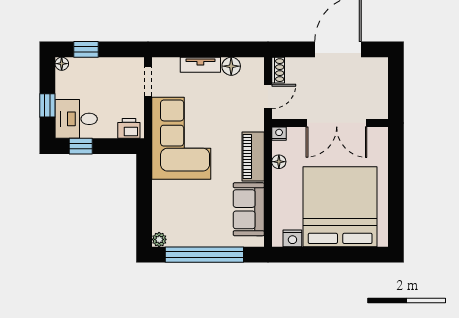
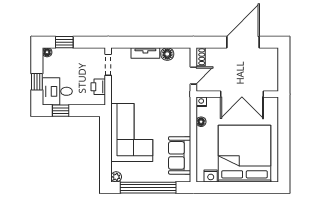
printer: (129, 128) -> (98, 87), moved, turned -90
corner sofa: (181, 138) -> (132, 132), moved
piano: (253, 156) -> (183, 118), removed

